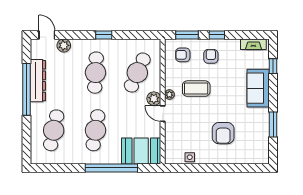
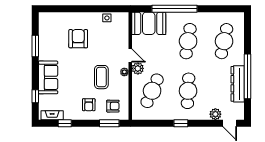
window: (217, 35) -> (65, 123), moved
coffee table: (196, 89) -> (101, 77), turned 90

